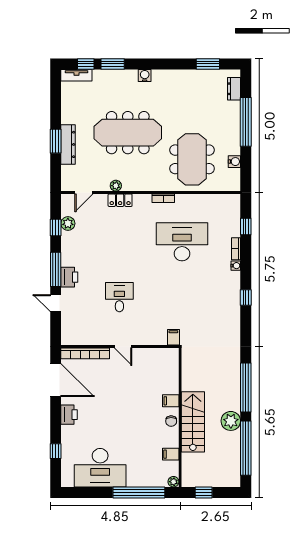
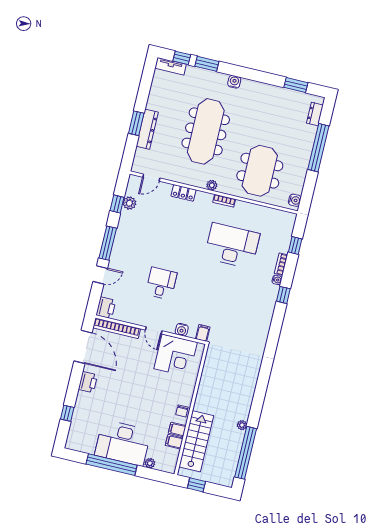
meeting table: (128, 133) -> (206, 131), turned 90
water cooler: (234, 162) -> (295, 200), moved
plant: (116, 186) -> (212, 185), moved
printer: (69, 277) -> (106, 308), moved
window: (246, 298) -> (283, 295), moved
door: (56, 303) -> (100, 275), swing flipped
water cooler: (151, 339) -> (182, 330), added
corner desk: (151, 367) -> (176, 355), added
window: (246, 387) -> (259, 396), removed
filing cabinet: (171, 401) -> (177, 429), moved
plant: (231, 421) -> (242, 425), width x0.53, depth x0.53
stairs: (193, 422) -> (196, 441), moved
desk: (100, 468) -> (123, 443), moved
plant: (173, 482) -> (150, 463), moved
window: (139, 492) -> (112, 465), moved

